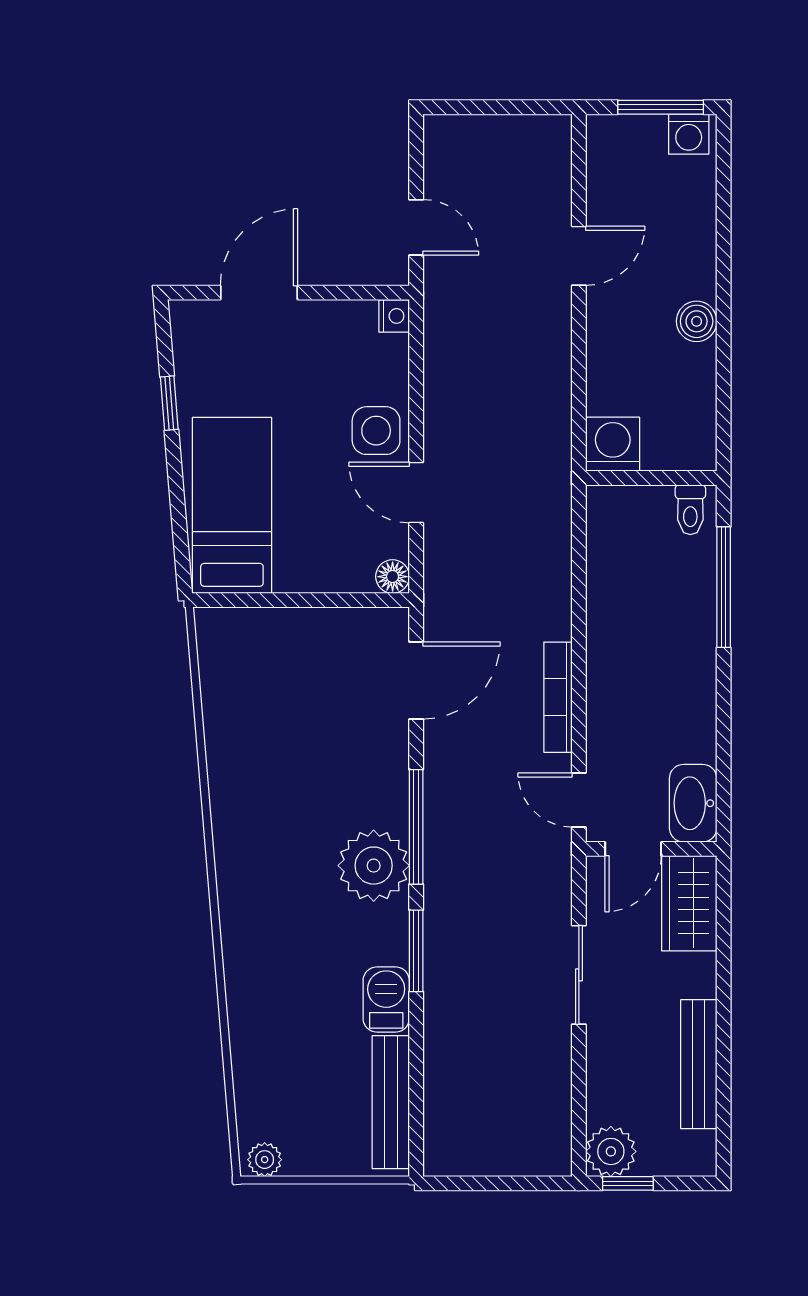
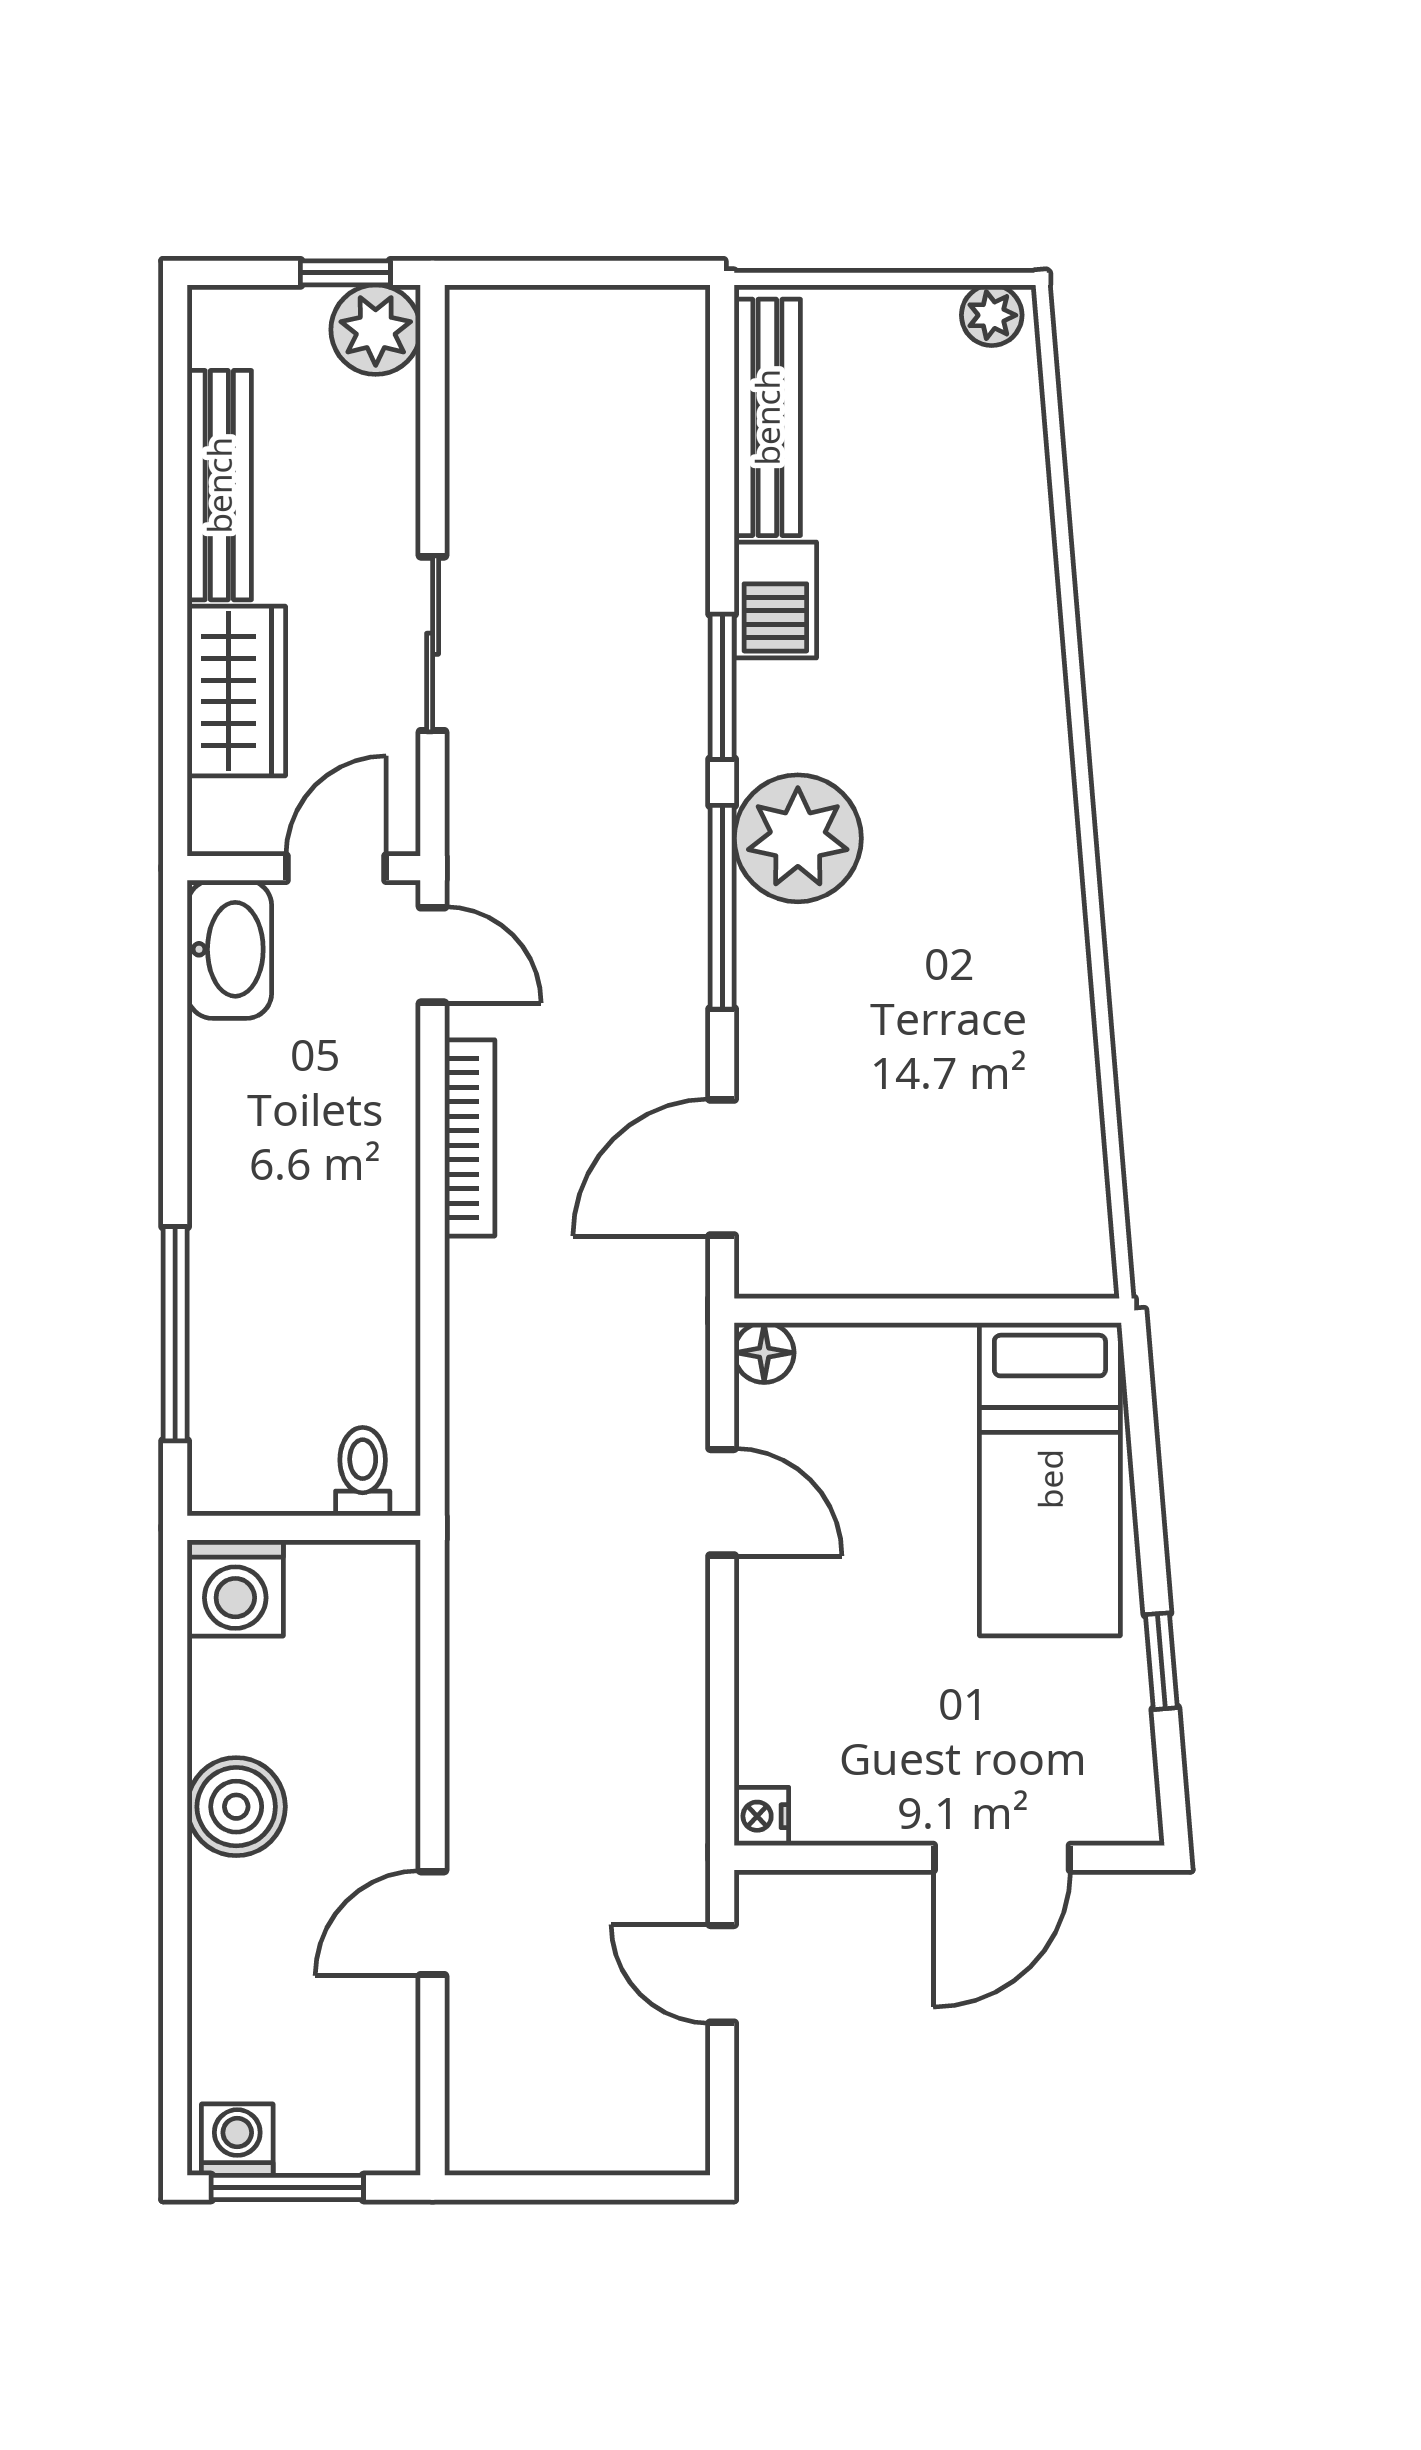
boiler: (697, 321) -> (236, 1807), width x1.36, depth x1.36
side table: (376, 431) -> (793, 1612), removed
washing machine: (613, 444) -> (235, 1588), moved
toilet: (690, 510) -> (363, 1472), moved
wardrobe: (689, 903) -> (236, 691), moved

